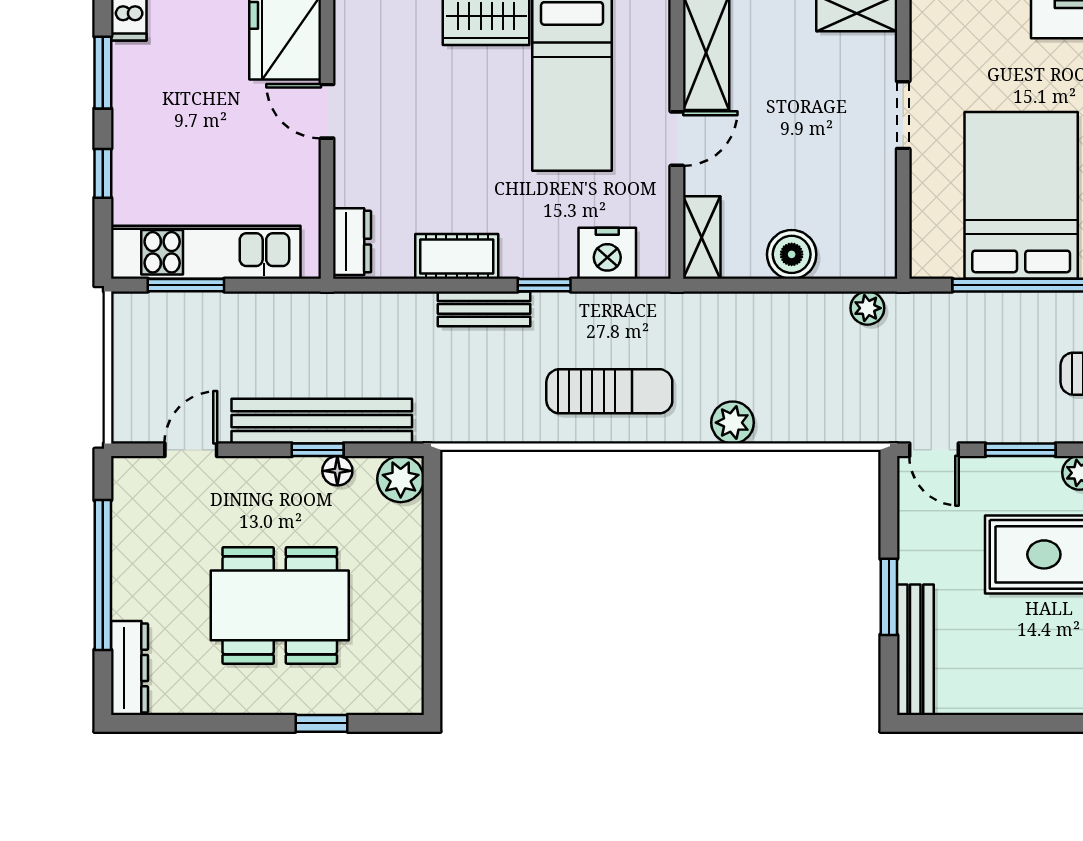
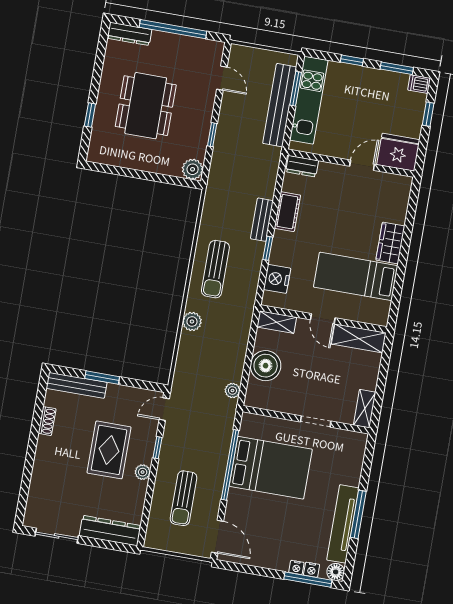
boiler: (792, 254) -> (266, 366), width x1.37, depth x1.37
bench: (322, 421) -> (280, 105), moved
window: (1020, 450) -> (157, 448), width x0.67
floor lamp: (337, 471) -> (201, 142), removed
shoe rack: (1004, 700) -> (47, 421), added

